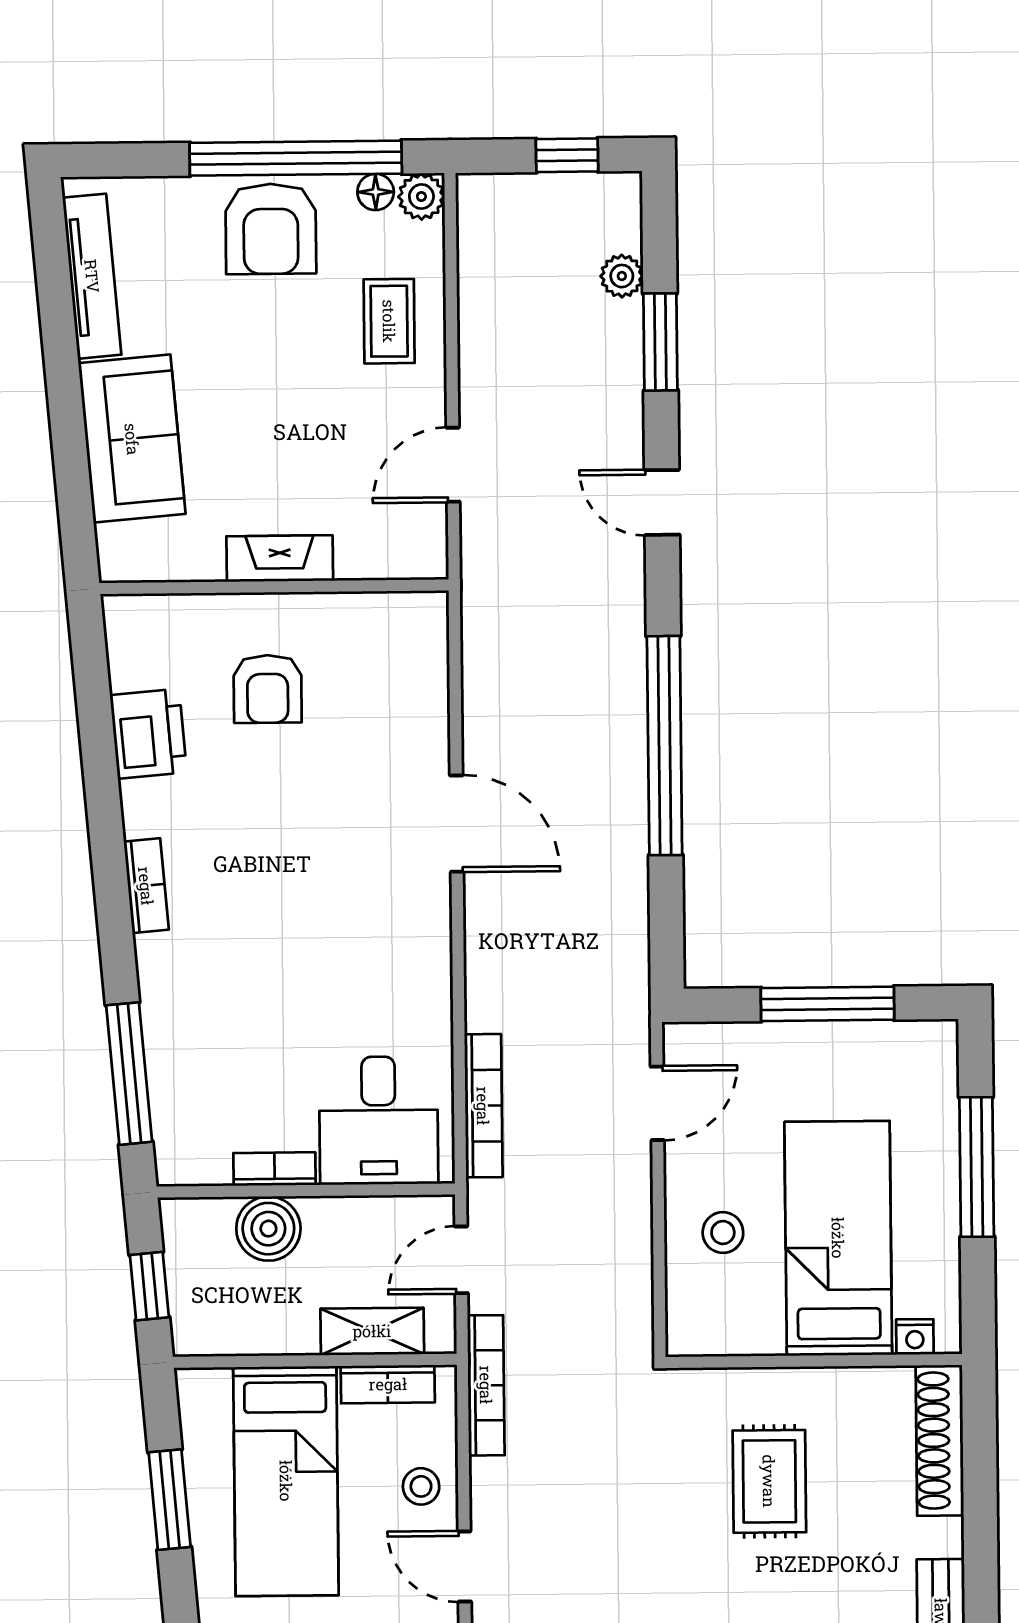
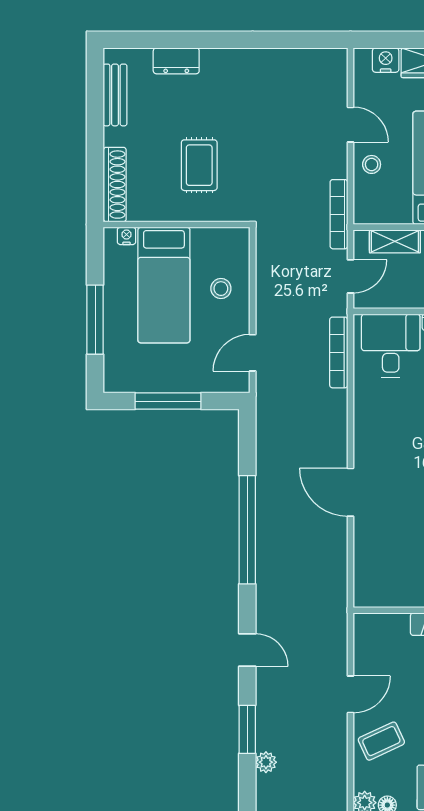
coffee table: (389, 321) -> (381, 741), turned 65
door: (453, 465) -> (350, 694), moved
bookcase: (388, 1384) -> (388, 215), removed

